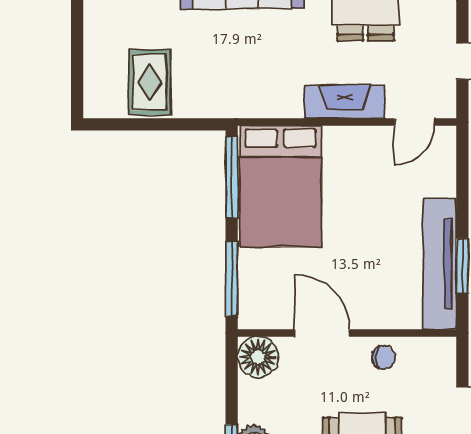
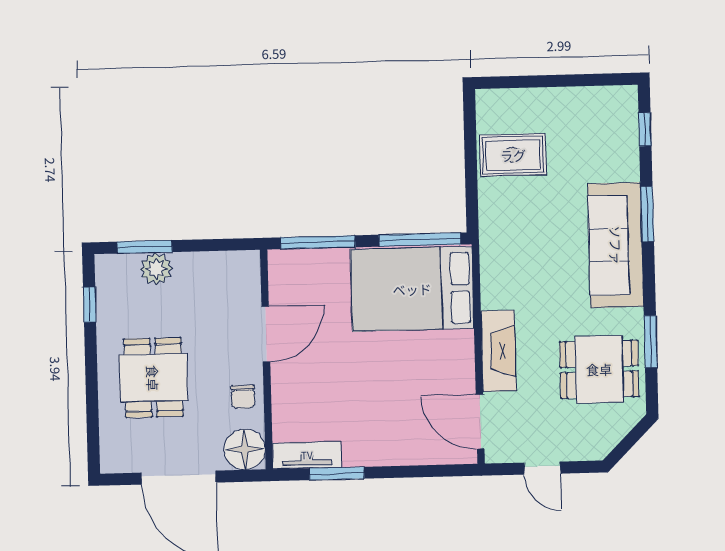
door: (415, 122) -> (480, 422), width x1.38
tv unit: (440, 264) -> (307, 455), width x0.52, depth x0.78
floor lamp: (258, 357) -> (245, 449), moved

